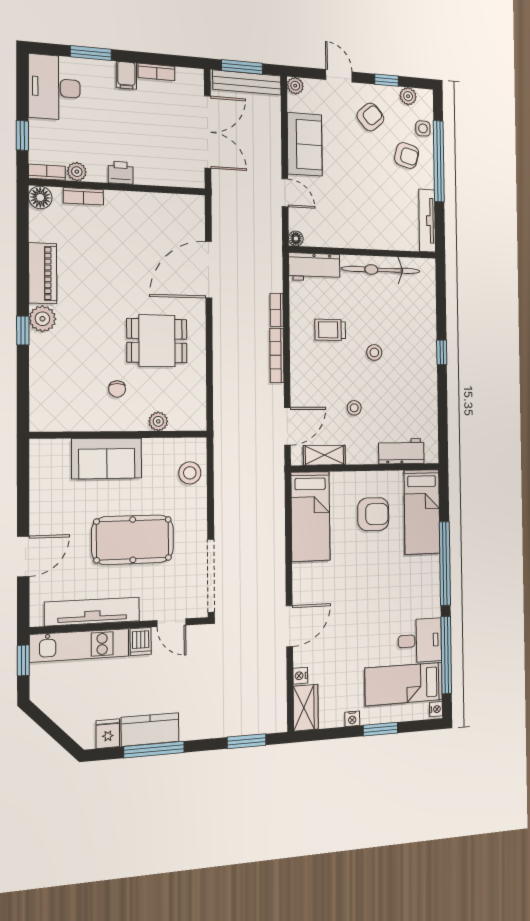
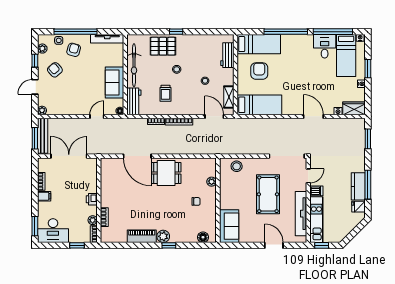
window: (91, 53) -> (35, 226), moved
sofa: (305, 144) -> (115, 82), moved, turned -90
floor lamp: (40, 197) -> (203, 237), moved
pallet: (416, 327) -> (163, 46), added
dining table: (157, 341) -> (166, 173), moved, turned 90
sofa: (107, 458) -> (229, 226), moved

